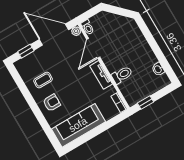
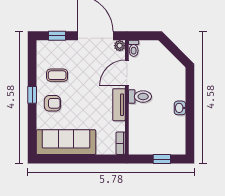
washbasin: (158, 69) -> (180, 108), moved
toilet: (122, 75) -> (140, 97), moved
window: (146, 103) -> (162, 159), moved
window: (33, 105) -> (32, 95), added

